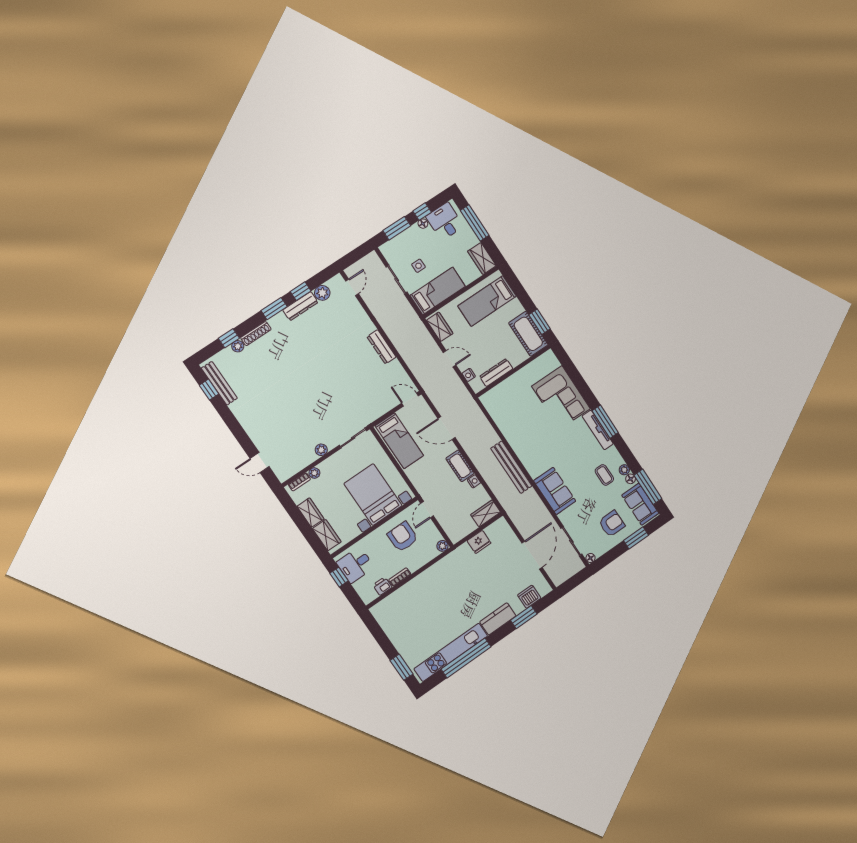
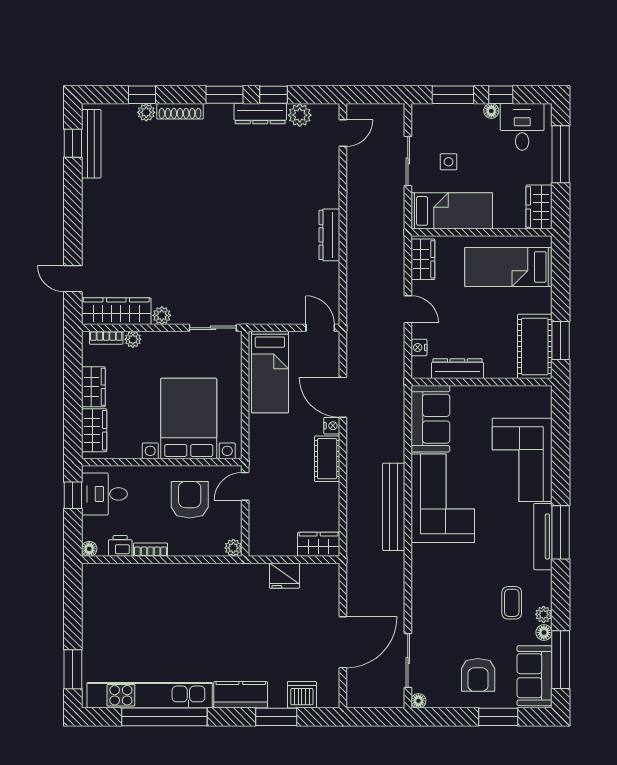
corner sofa: (534, 445) -> (443, 498), added
wardrobe: (295, 464) -> (116, 311), added
nightstand: (474, 481) -> (332, 426), moved
sofa: (555, 491) -> (430, 419), moved
armchair: (612, 524) -> (478, 675), turned 90
floor lamp: (367, 599) -> (89, 549), added

